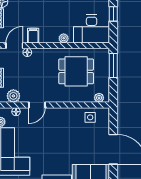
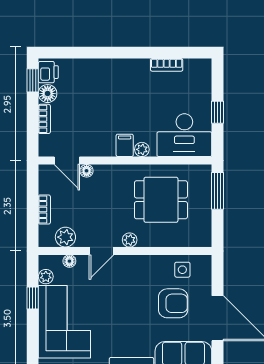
filing cabinet: (33, 36) -> (125, 145), moved
door: (14, 46) -> (67, 160), swing flipped
plant: (99, 98) -> (130, 240), moved
armchair: (84, 139) -> (173, 303), added

